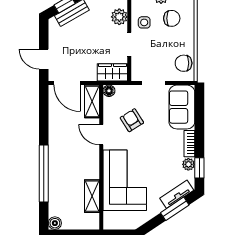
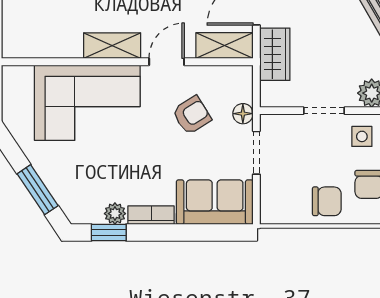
chair: (184, 63) -> (327, 201), moved, turned 90
wardrobe: (112, 72) -> (275, 54), moved
floor lamp: (109, 91) -> (243, 114), moved
tv unit: (177, 194) -> (63, 193), removed
shelving: (92, 196) -> (112, 46), moved

